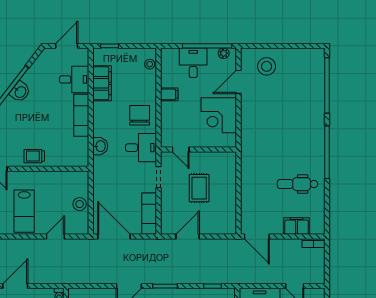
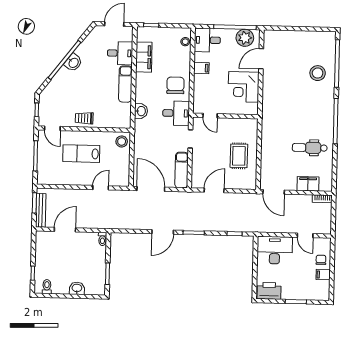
plant: (224, 53) -> (245, 38), width x1.88, depth x1.88
desk: (193, 63) -> (207, 40), moved, turned -90
stool: (267, 66) -> (318, 73), moved
rug: (199, 188) -> (239, 156), moved
stool: (80, 204) -> (122, 141), moved
lab bench: (24, 211) -> (81, 154), moved, turned 90

